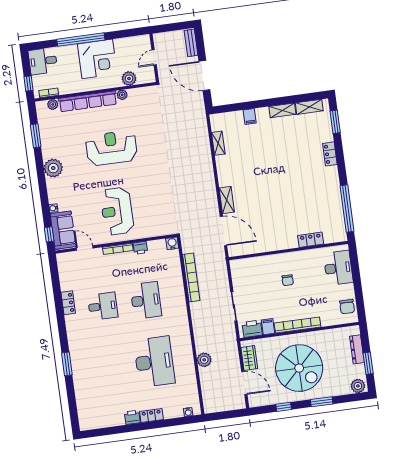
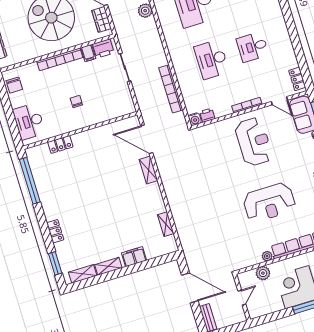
filing cabinet: (250, 116) -> (134, 257), width x2.00
printer: (140, 248) -> (207, 115), moved
locker: (68, 303) -> (297, 79), moved
chair: (347, 307) -> (14, 85), turned 180

